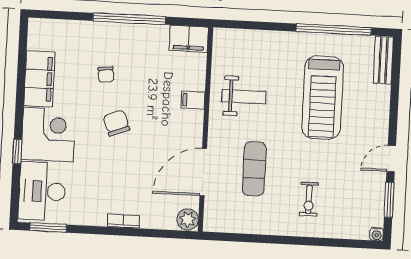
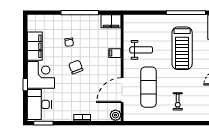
exercise mat: (254, 169) -> (149, 87), width x1.36, depth x1.45

